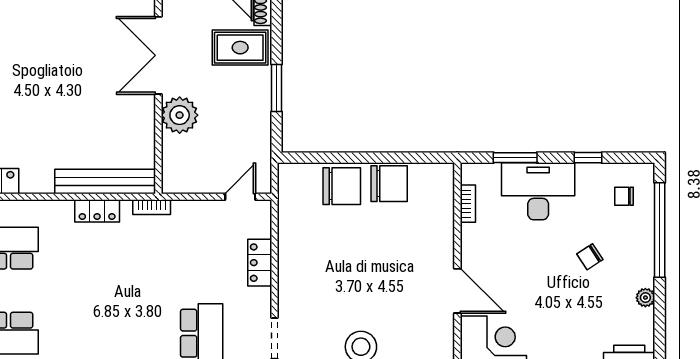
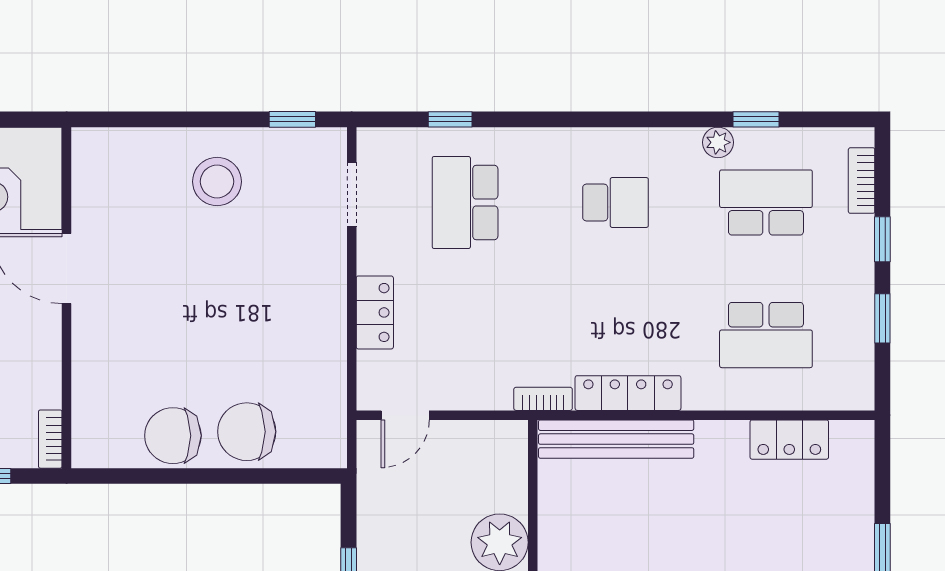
bookcase: (468, 204) -> (50, 439), moved
locker: (97, 211) -> (628, 393), width x1.53
school desk: (105, 333) -> (616, 202), added

